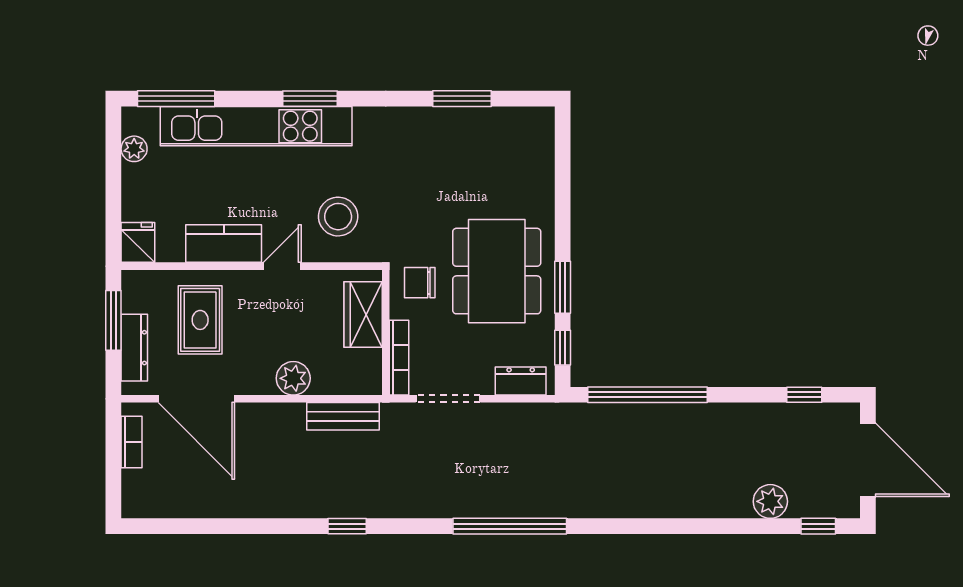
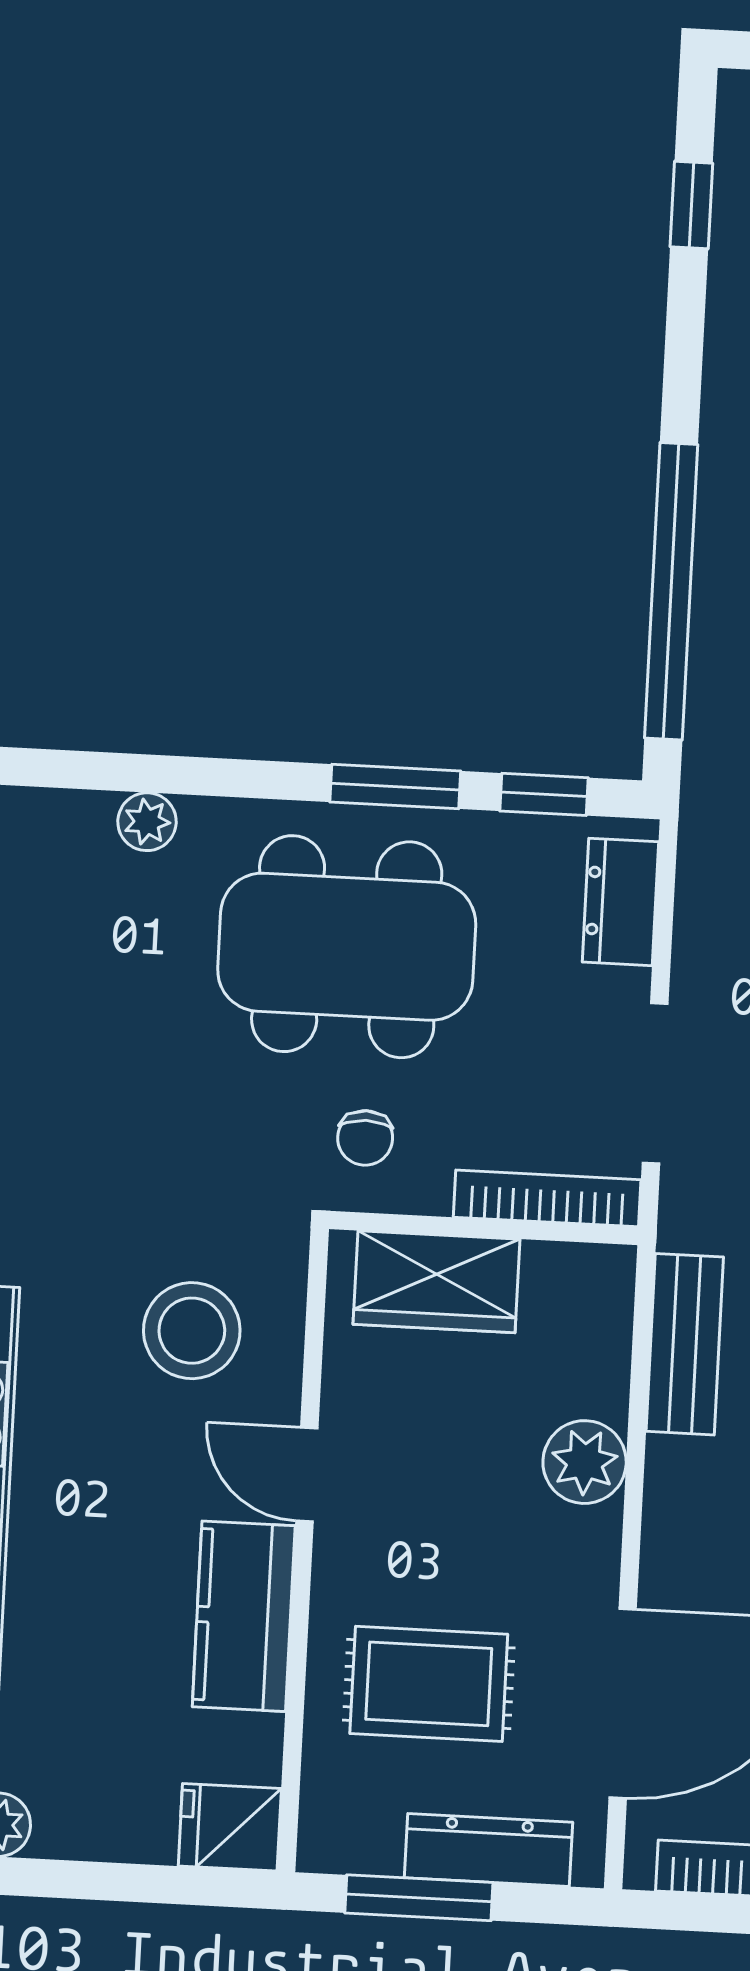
plant: (543, 188) -> (147, 822), added
chair: (420, 283) -> (365, 1138), width x0.73, depth x0.73

